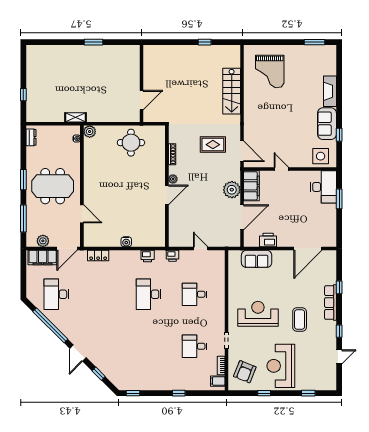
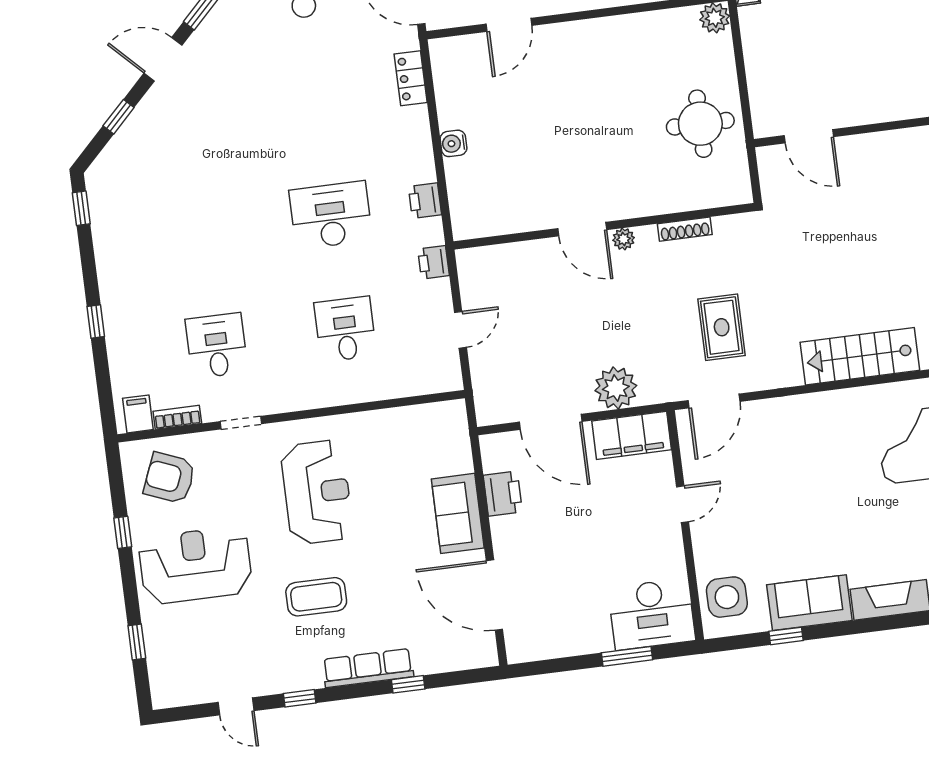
sofa: (257, 259) -> (458, 513), moved

